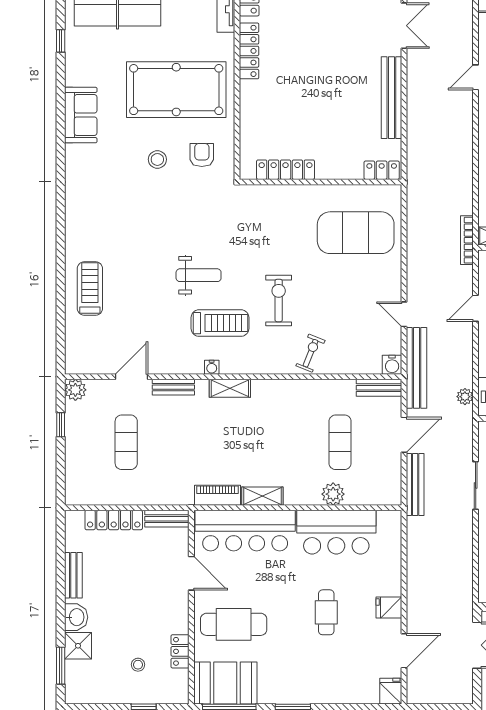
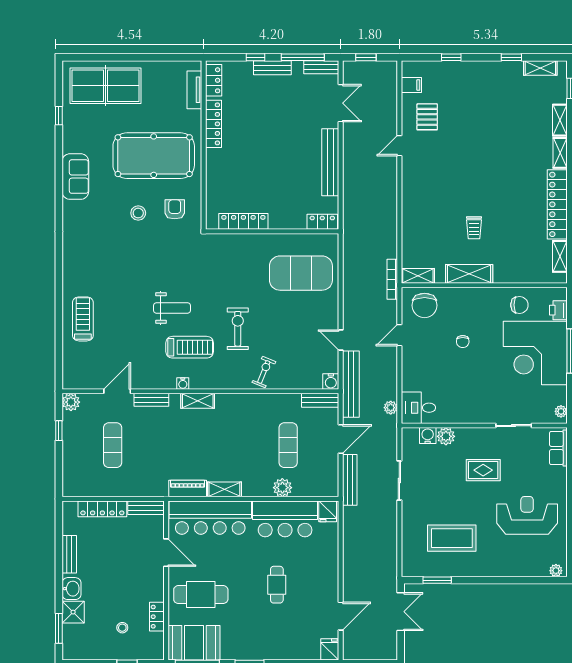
fridge: (389, 608) -> (328, 511), moved, turned -90

